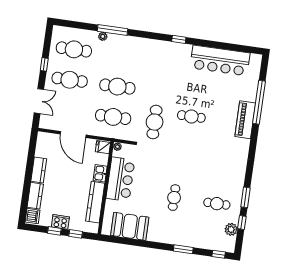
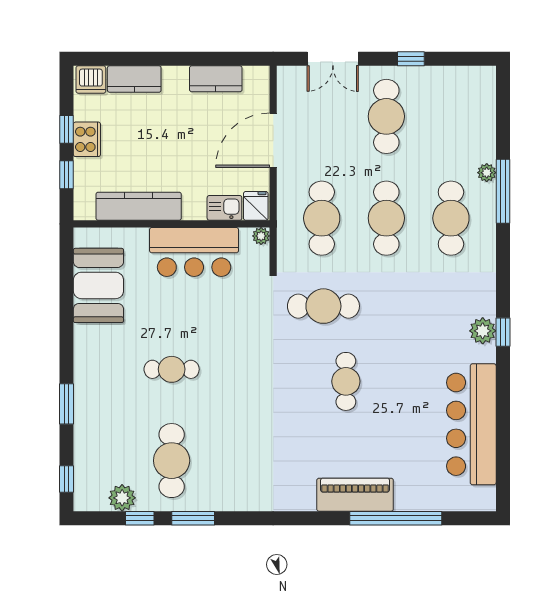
cafe table: (74, 49) -> (451, 218), moved
plant: (177, 49) -> (483, 331), added
kitchen counter: (39, 170) -> (216, 79), moved
kitchen sink: (100, 173) -> (224, 208), moved
cafe table: (217, 204) -> (172, 461), width x1.37, depth x1.35

